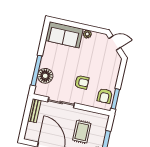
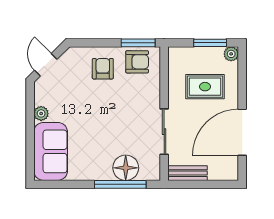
armchair: (82, 82) -> (103, 69), moved

